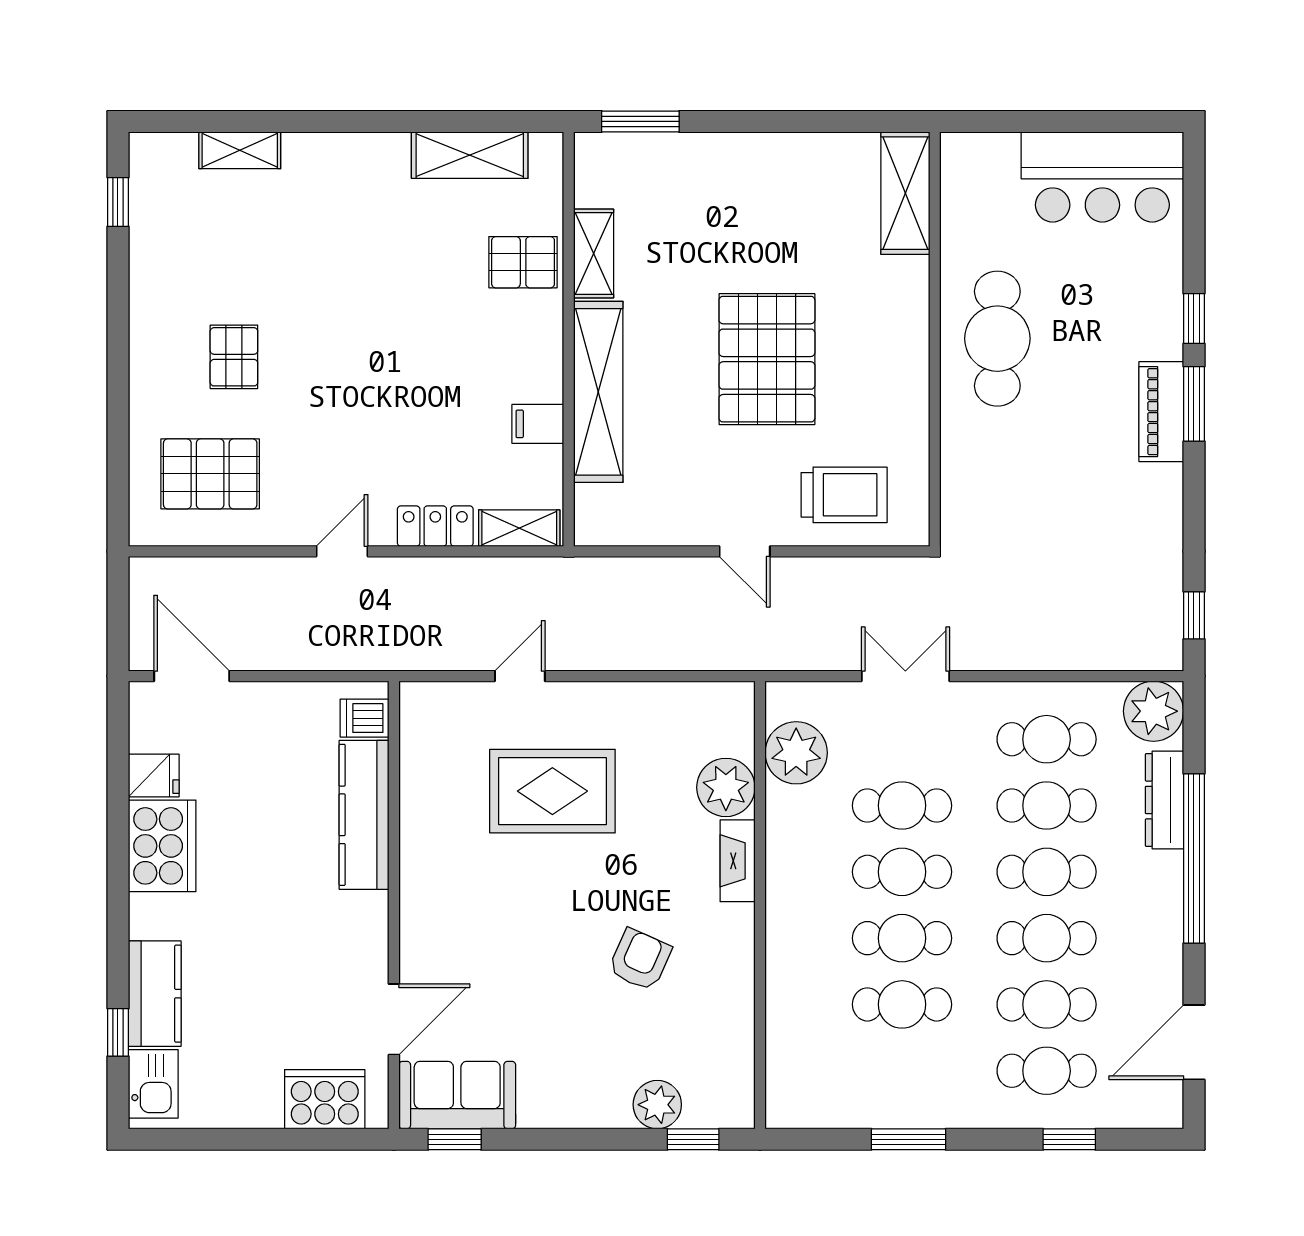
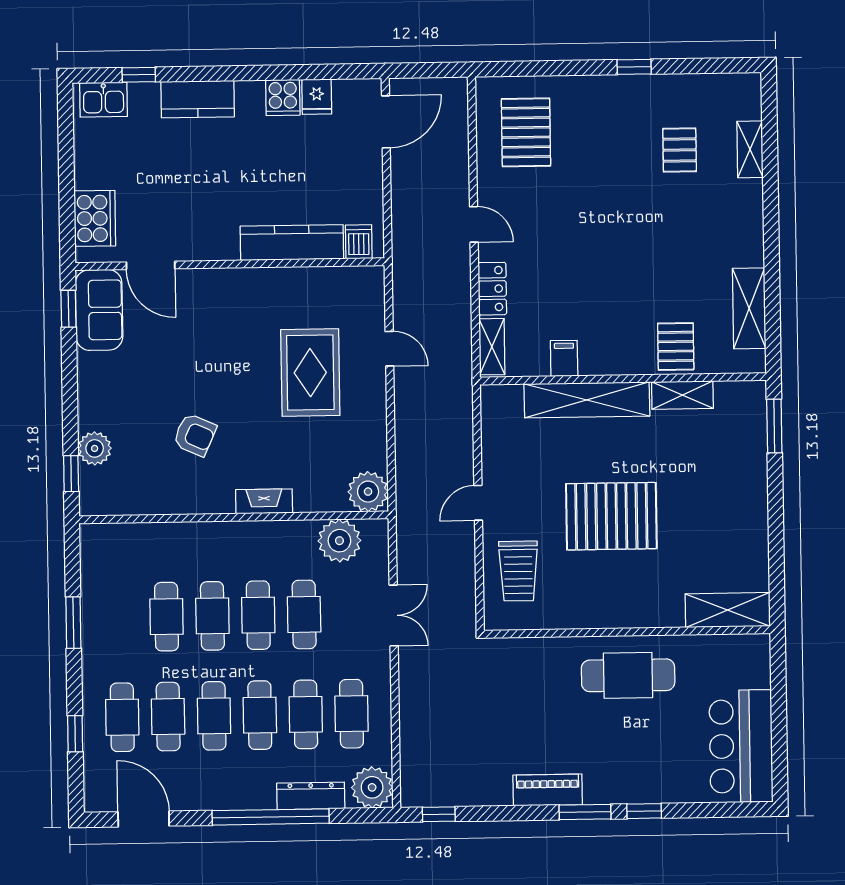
window: (118, 202) -> (634, 67), moved
pallet: (234, 357) -> (680, 150), moved, turned 90
piano: (1161, 412) -> (548, 790), moved
plant: (726, 787) -> (368, 492), moved
cooker: (162, 846) -> (283, 97), width x0.53, depth x0.76
kitchen counter: (155, 994) -> (198, 99), moved

